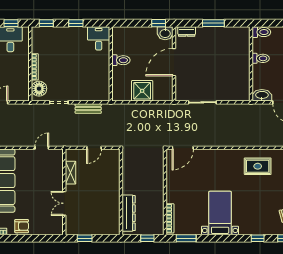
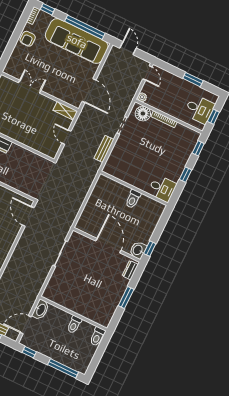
shower: (142, 91) -> (96, 205), removed
plant: (25, 97) -> (142, 97), added
door: (42, 148) -> (89, 91), width x1.88
shelving: (71, 173) -> (65, 111), moved

